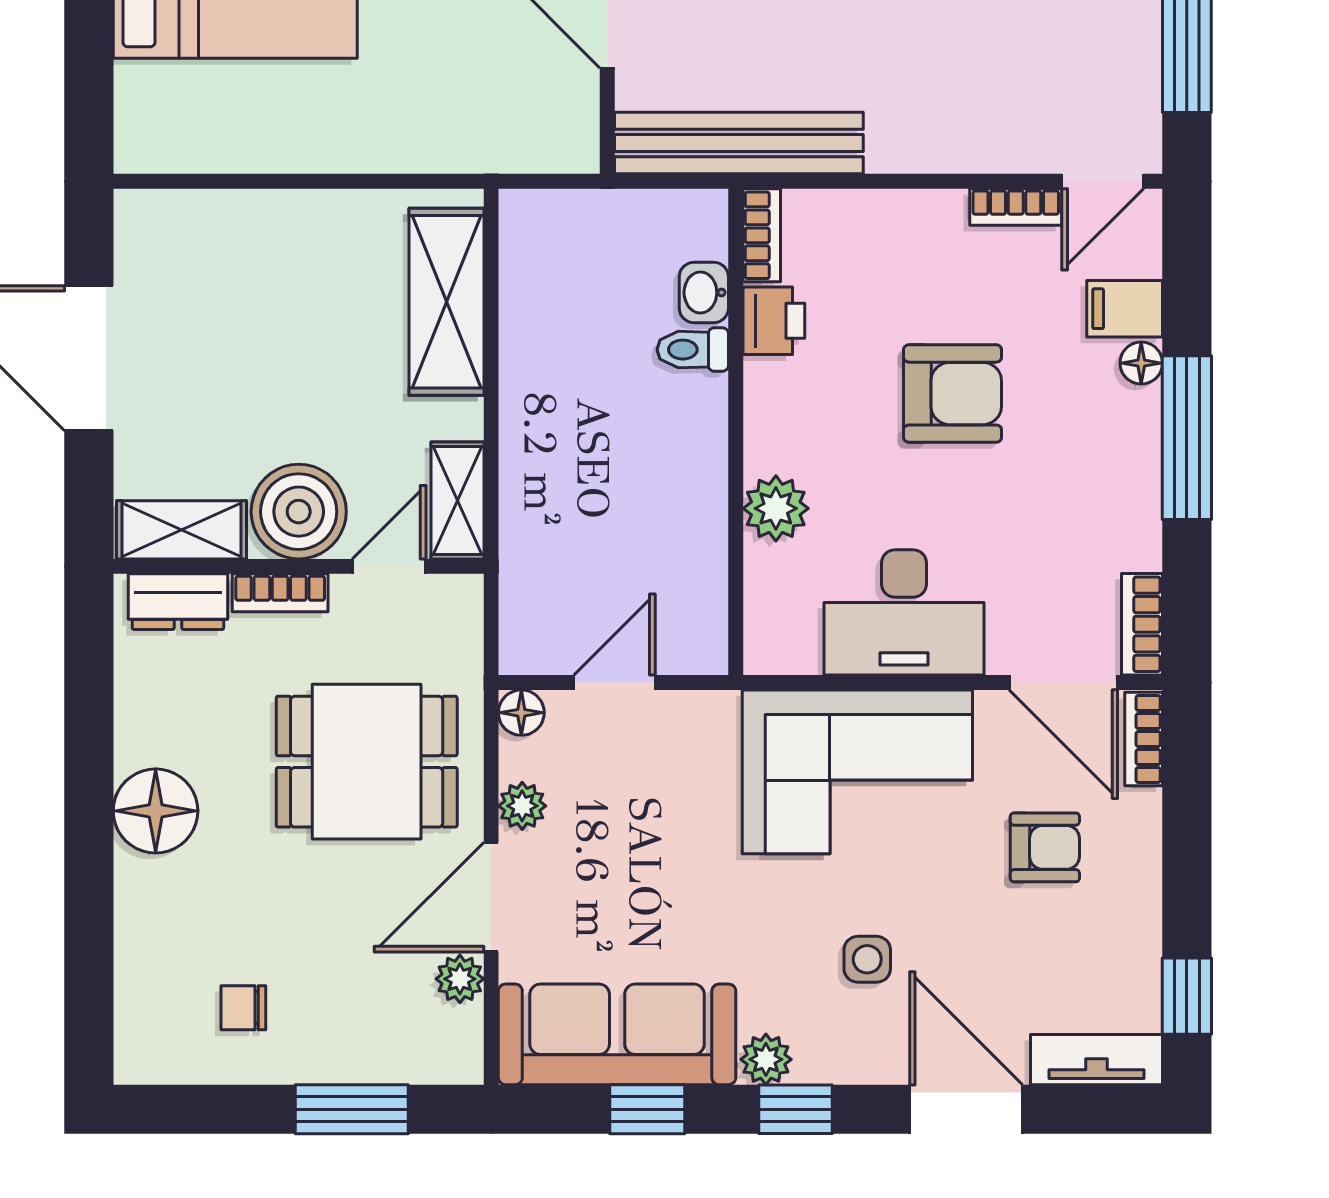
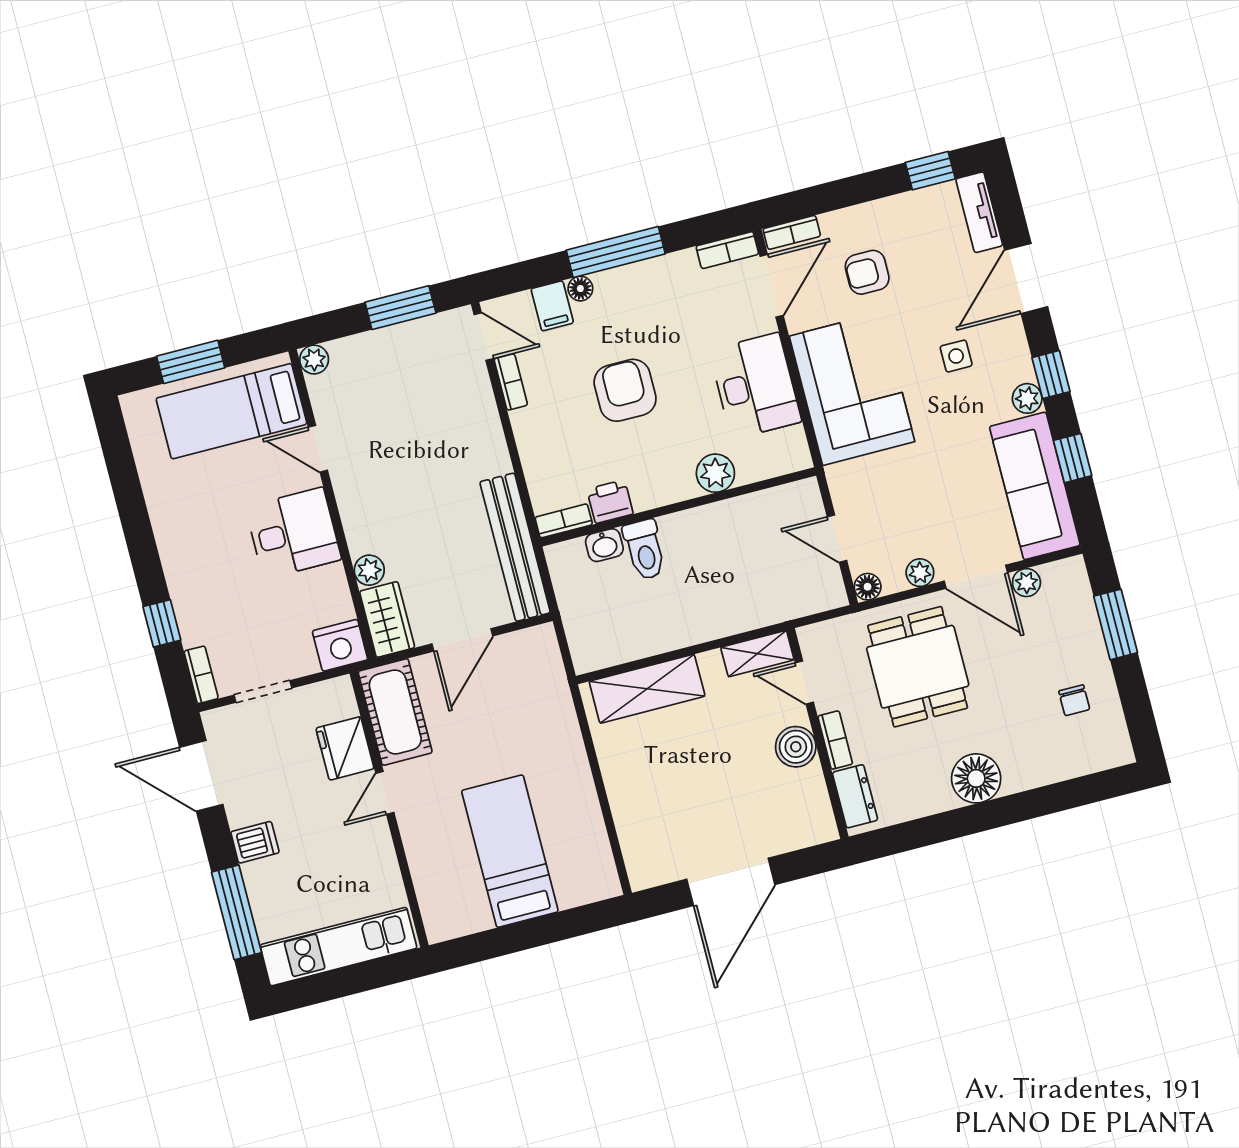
toilet: (693, 350) -> (645, 550), width x1.37, depth x1.39
boiler: (299, 512) -> (796, 747), width x0.73, depth x0.73
shelving: (181, 530) -> (814, 805), removed
armchair: (1045, 847) -> (867, 272), turned -90

